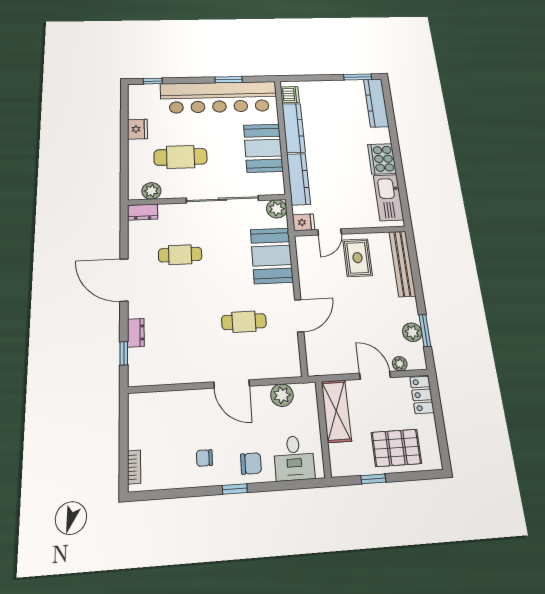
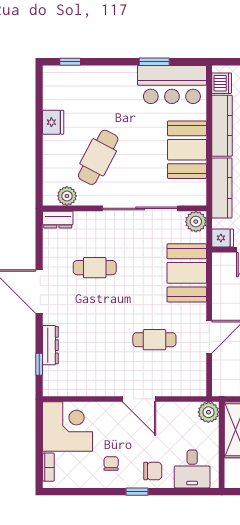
bar counter: (219, 97) -> (172, 85), width x0.54
cafe table: (181, 157) -> (98, 157), turned -62
dresser: (136, 333) -> (50, 345), width x1.44
plant: (282, 395) -> (208, 412), moved
corner desk: (155, 419) -> (68, 427), added
chair: (204, 458) -> (111, 463), turned 90

